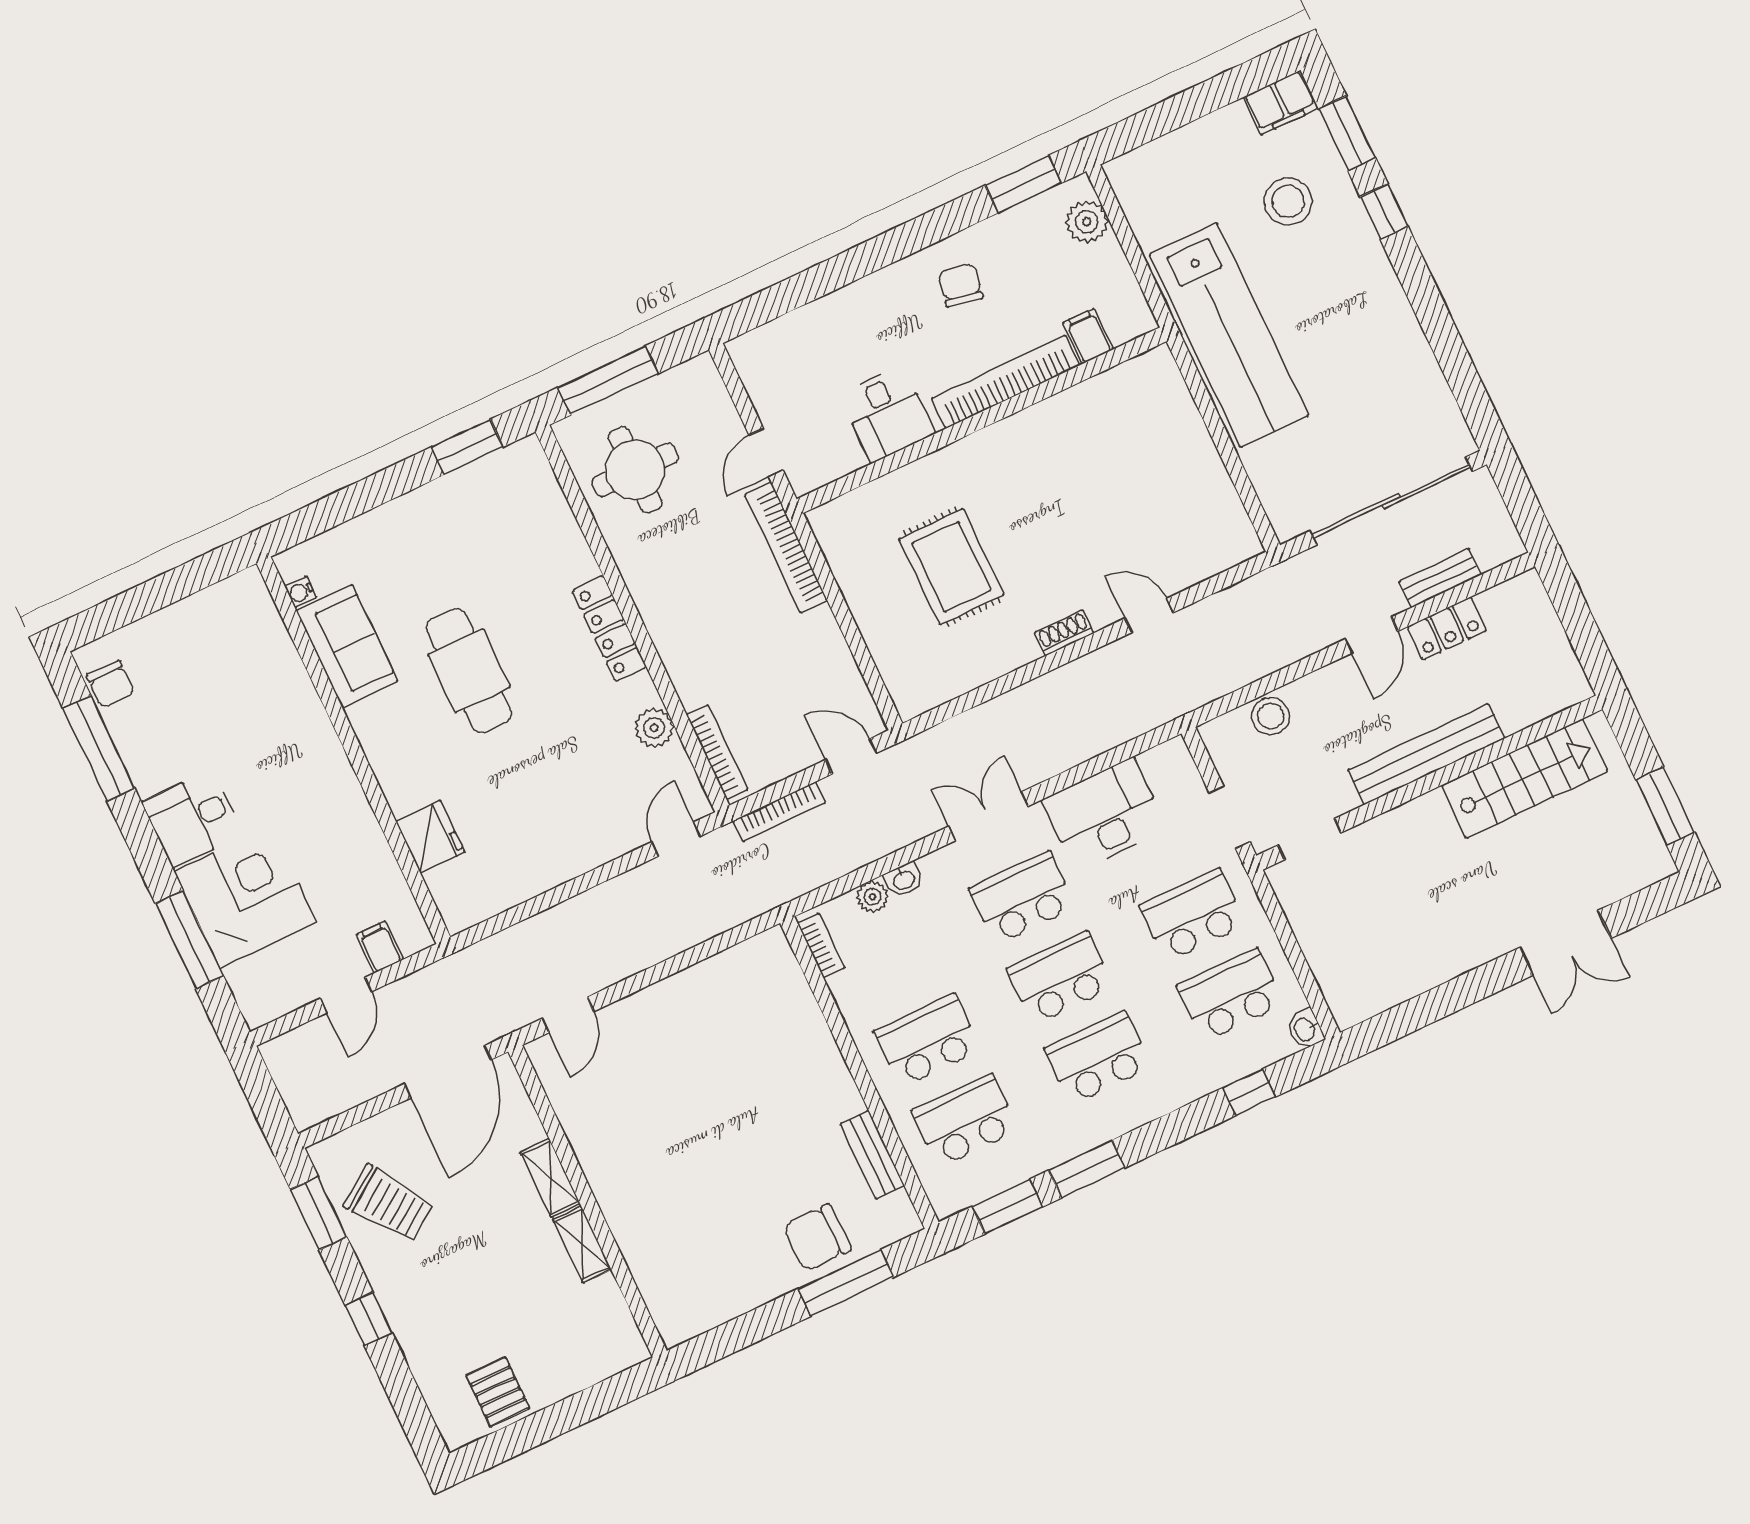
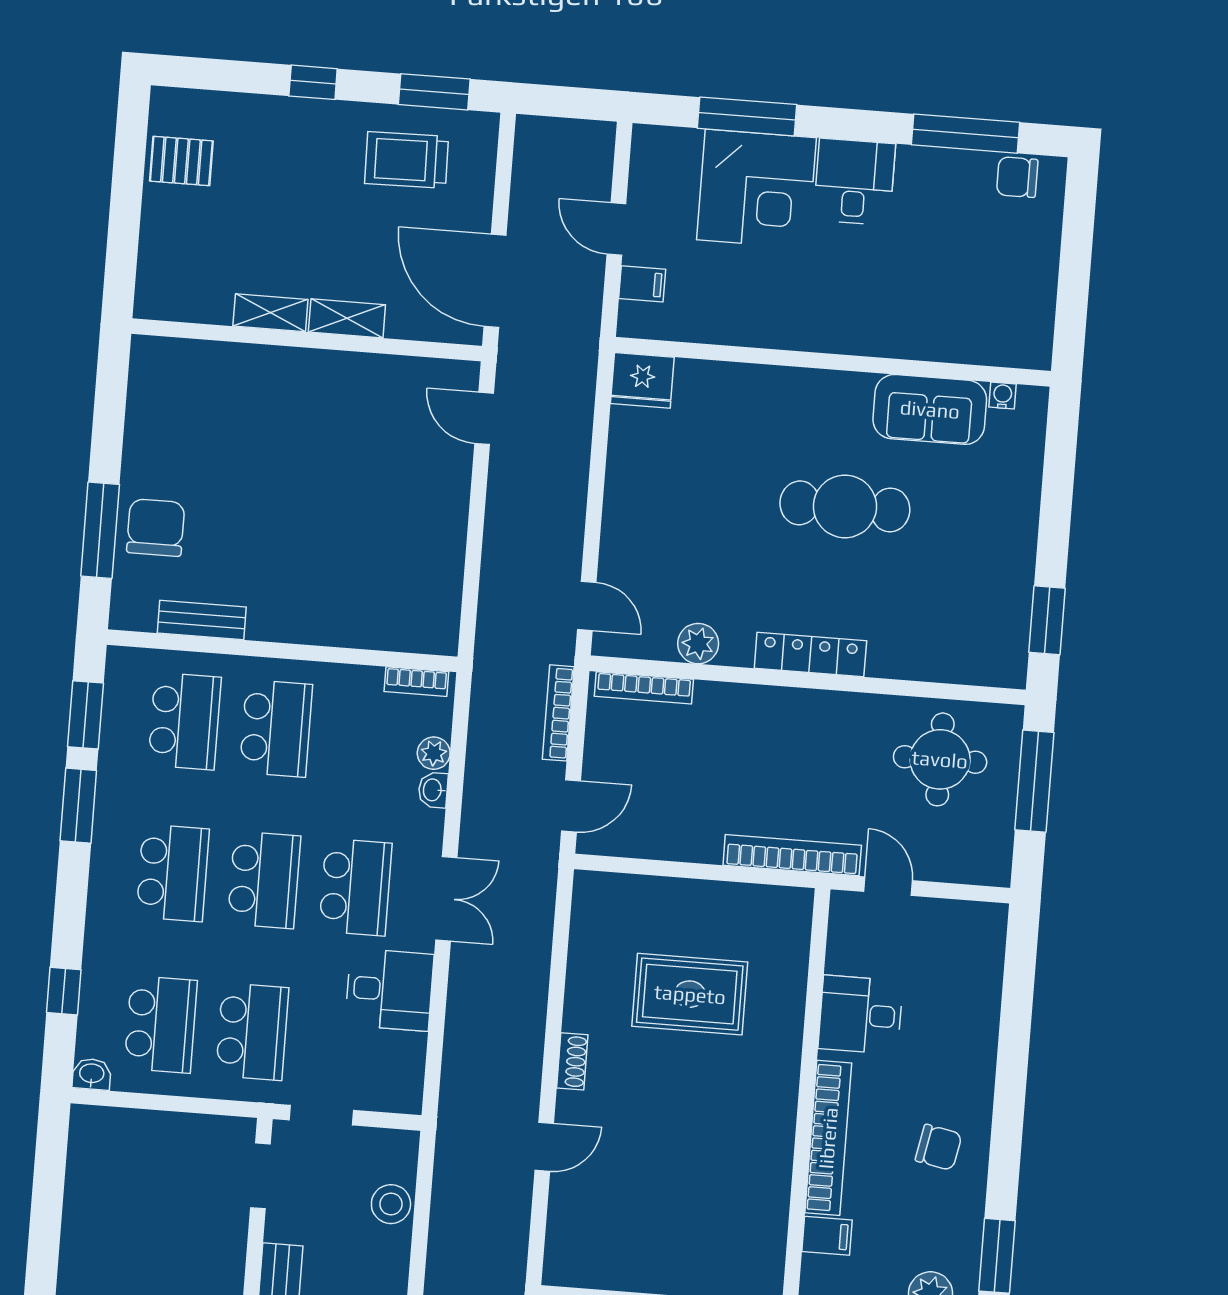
desk: (1104, 814) -> (389, 990), width x0.73
fridge: (430, 837) -> (642, 380), moved
trolley: (389, 1204) -> (406, 160), turned 34

